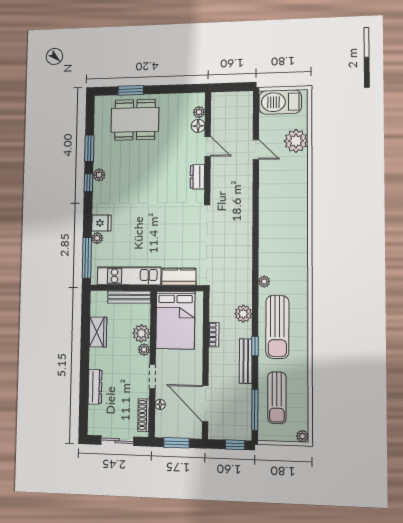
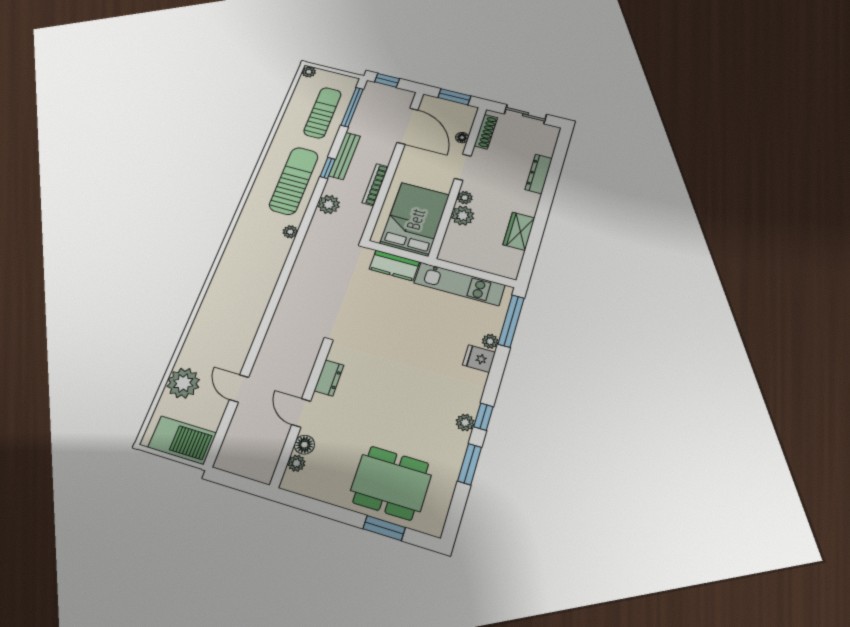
bench: (129, 297) -> (467, 260), removed
bookcase: (214, 335) -> (375, 185), width x1.56

